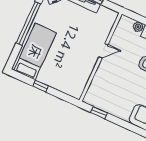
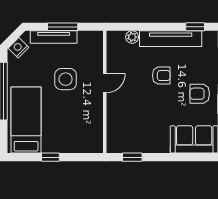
side table: (77, 35) -> (66, 79), added

